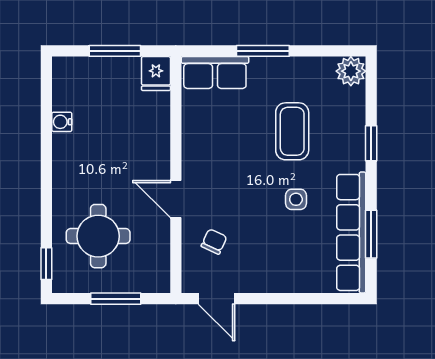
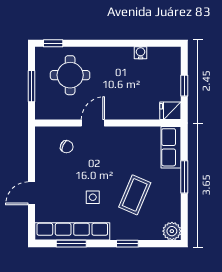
window: (115, 51) -> (184, 86), width x0.67
coffee table: (292, 131) -> (135, 195), turned -67
door: (216, 299) -> (32, 193), moved

